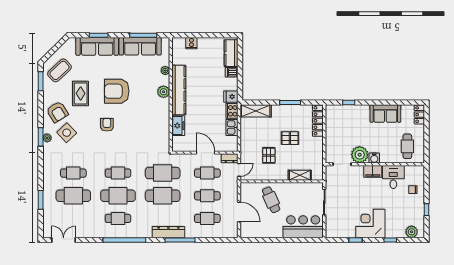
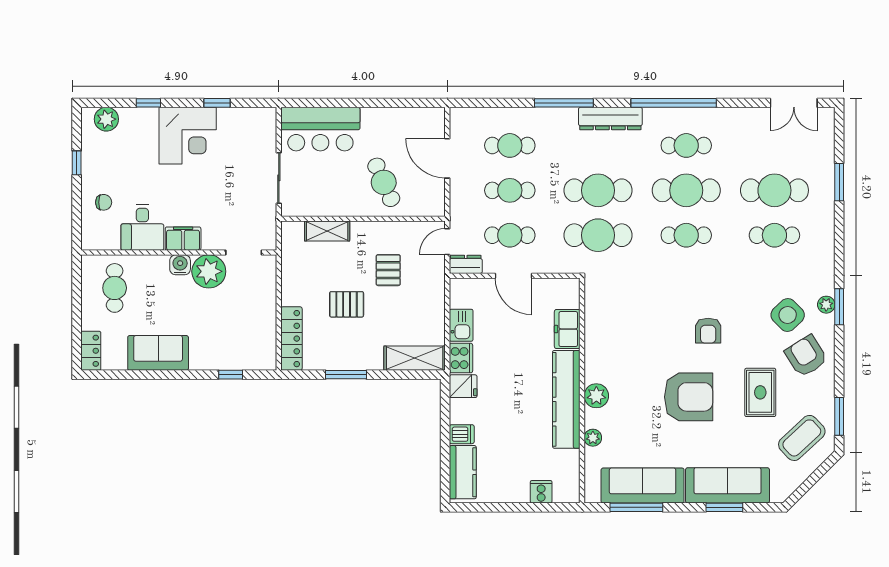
dresser: (168, 232) -> (610, 119), moved

